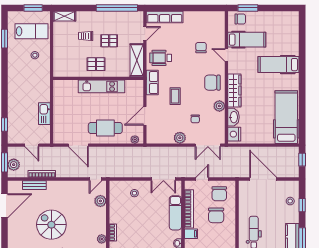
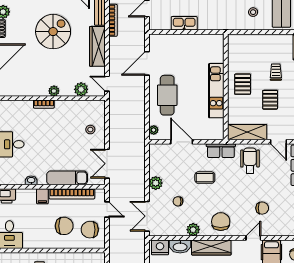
wardrobe: (64, 187) -> (97, 46), added
chair: (216, 215) -> (64, 226), turned 180
plant: (102, 239) -> (54, 91), moved

